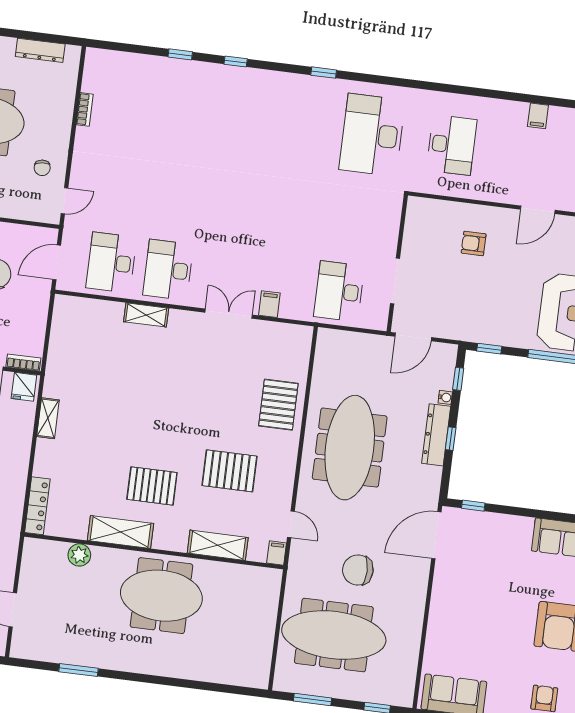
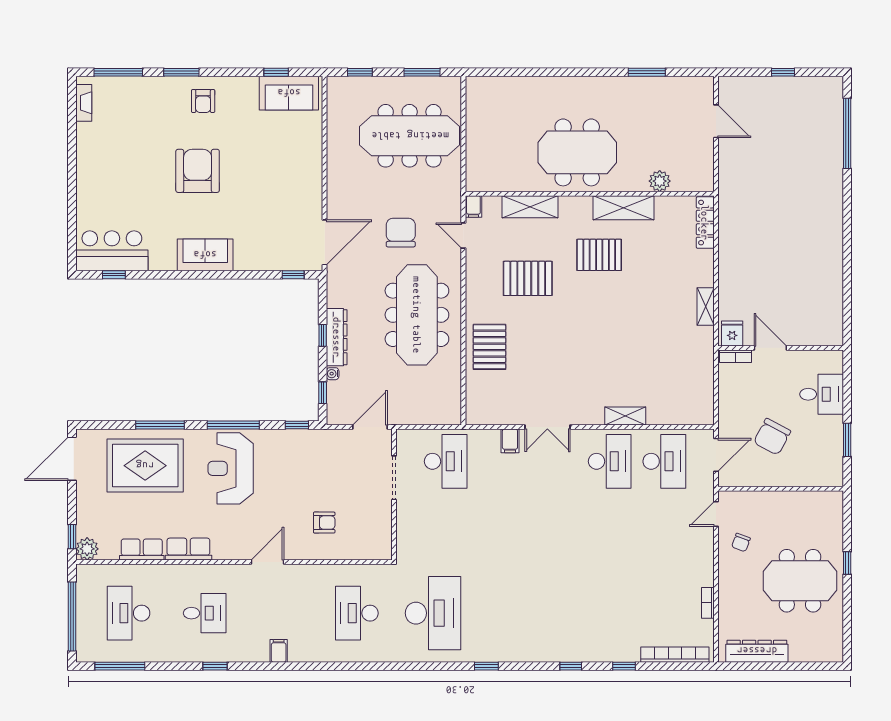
dresser: (40, 50) -> (757, 651), width x1.37, depth x1.24
bookcase: (126, 60) -> (675, 655), added
chair: (42, 168) -> (741, 543), turned -153
chair: (358, 570) -> (401, 233), moved, turned -90

